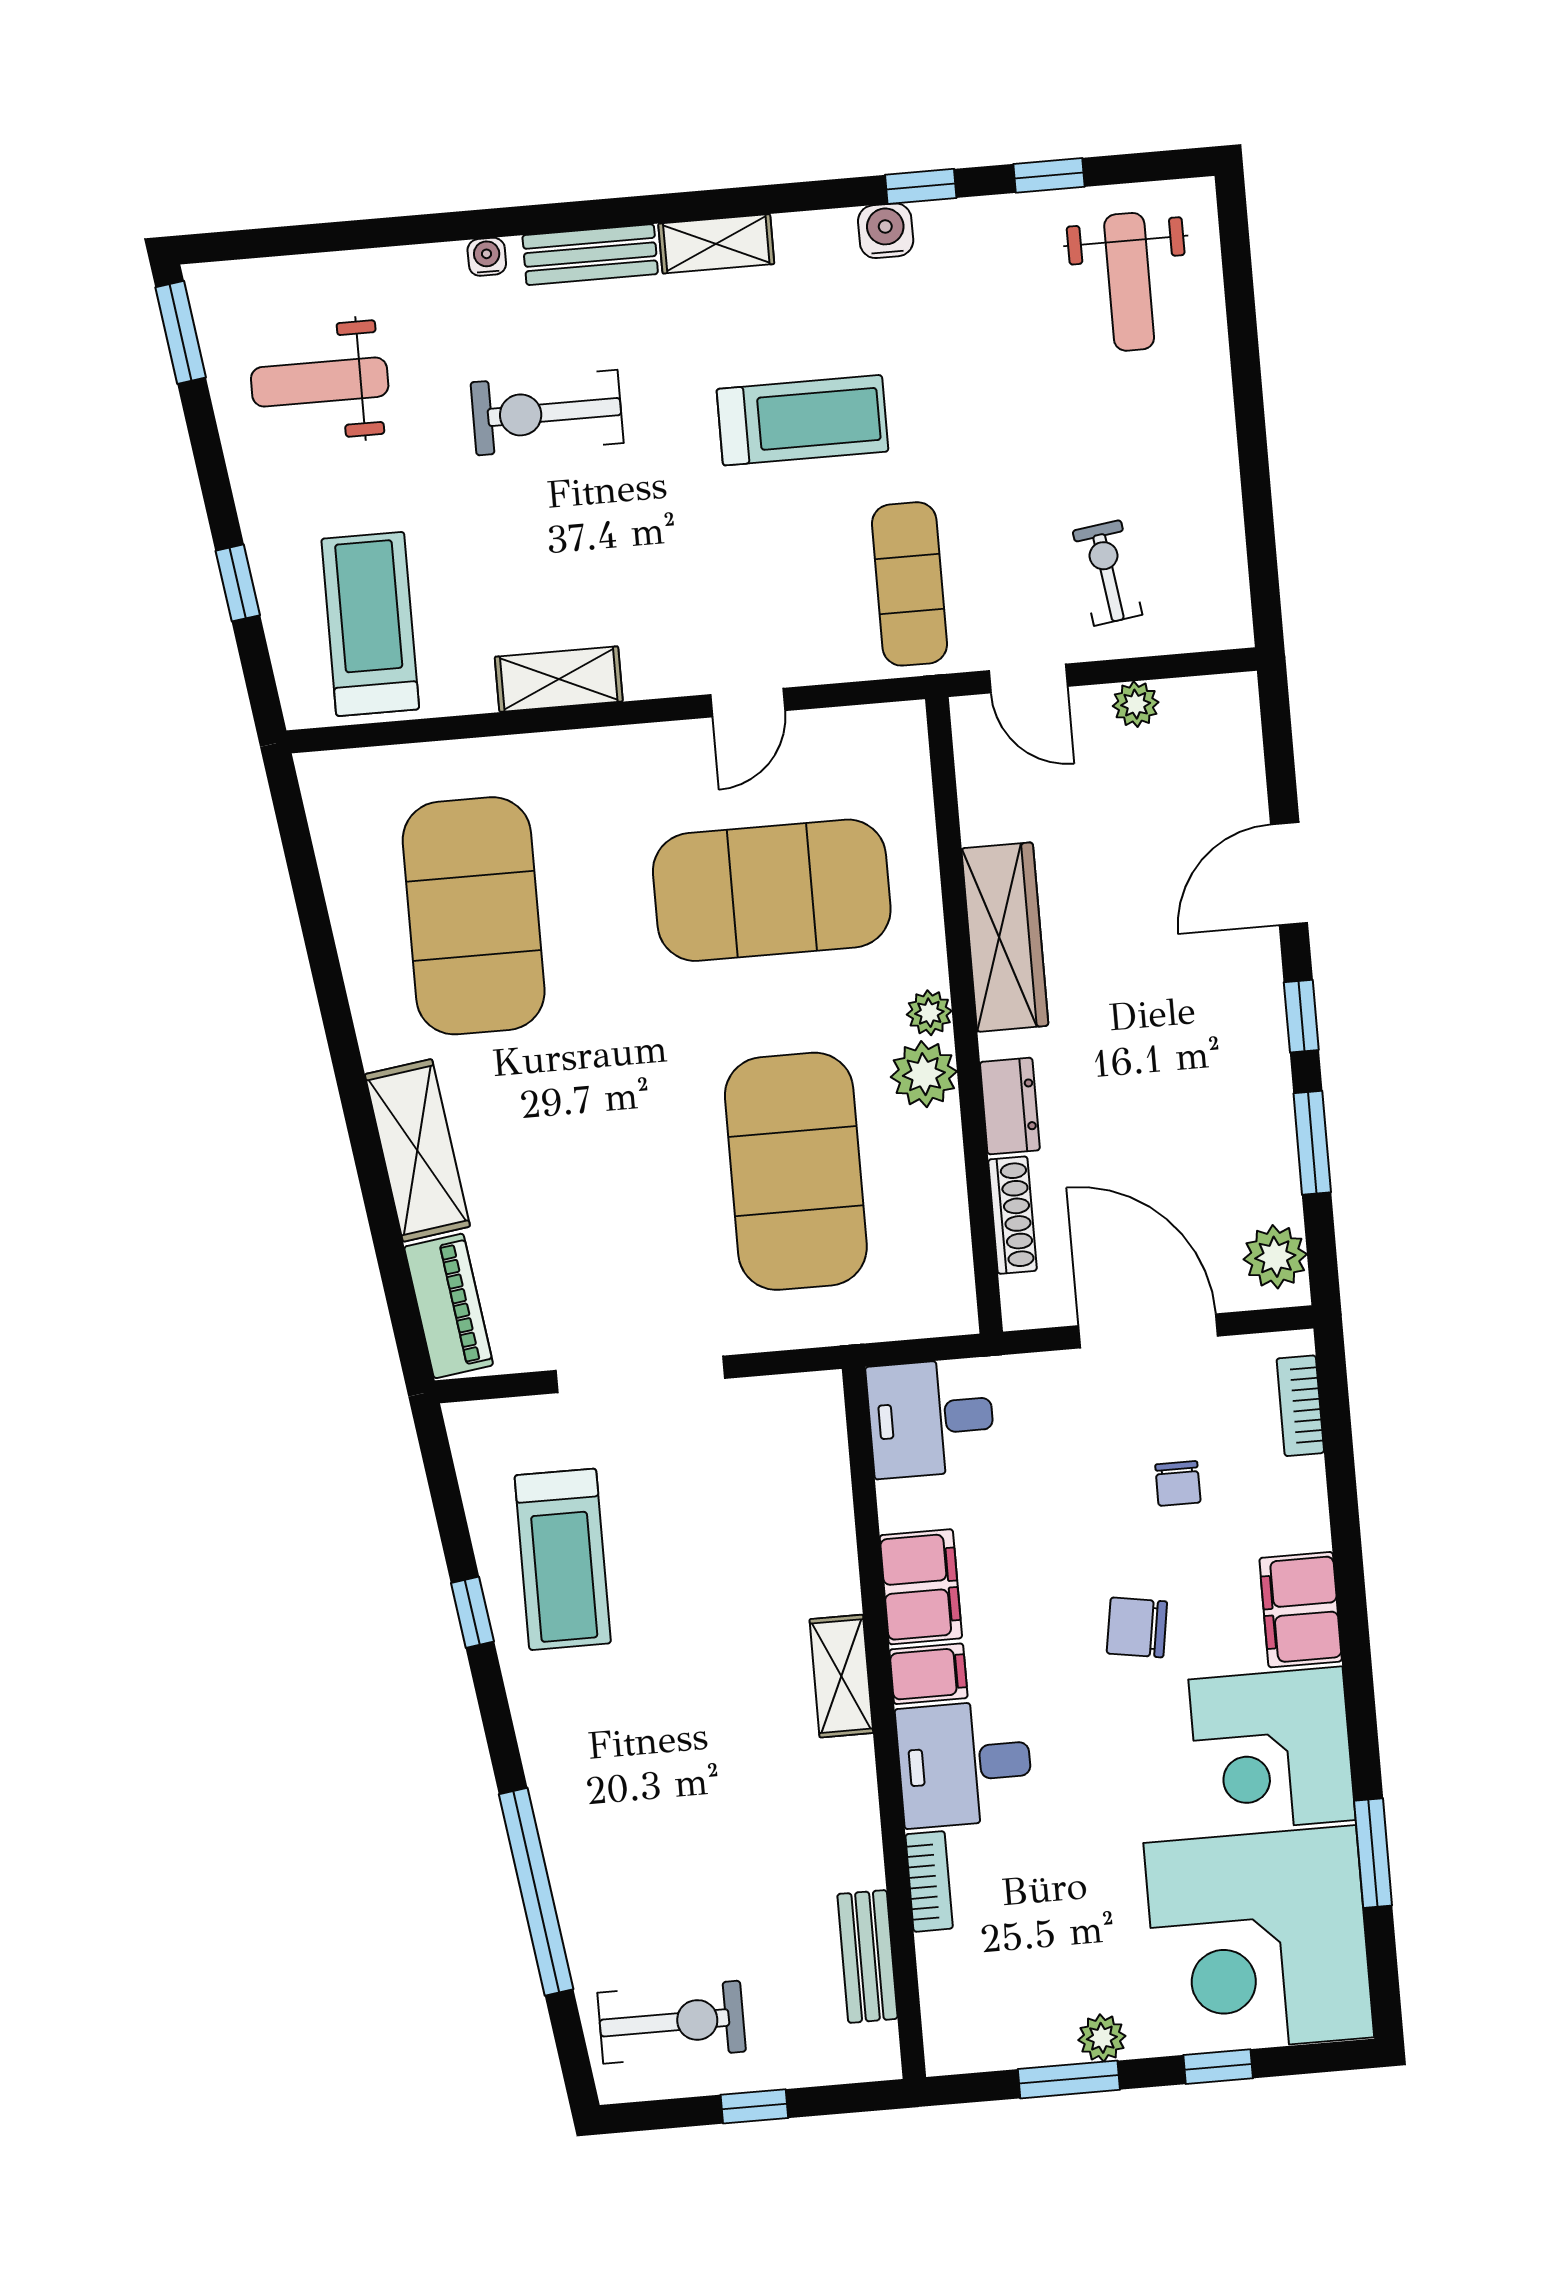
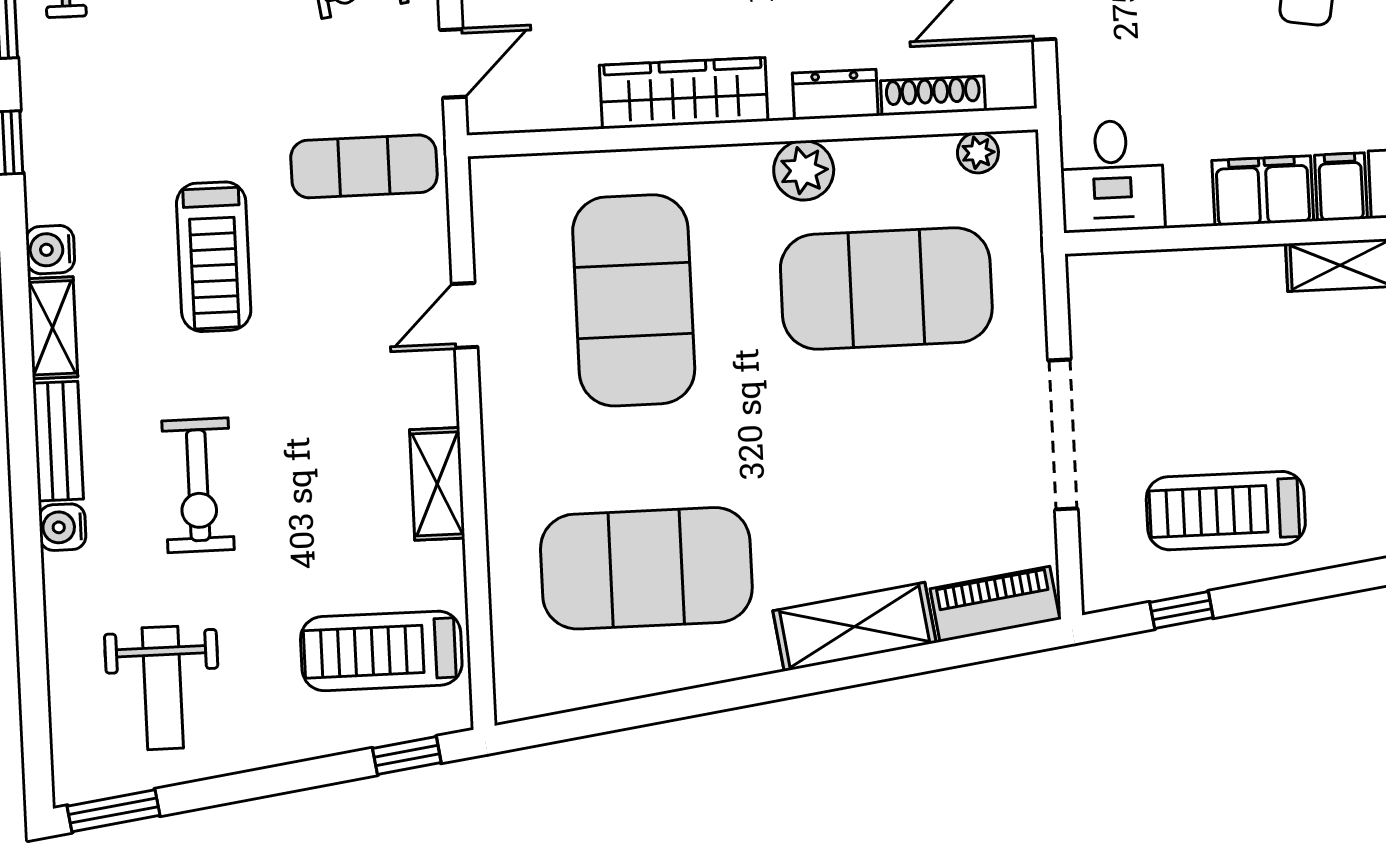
water cooler: (886, 231) -> (50, 250), moved
water cooler: (487, 257) -> (62, 527), width x1.38, depth x1.38
treadmill: (802, 420) -> (214, 257), turned 180
window: (238, 583) -> (407, 756), moved
door: (748, 703) -> (465, 315), swing flipped
plant: (929, 1013) -> (978, 153), moved
treadmill: (563, 1559) -> (1226, 511), turned 180
window: (472, 1612) -> (1181, 610), moved

